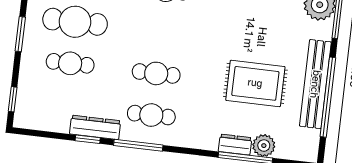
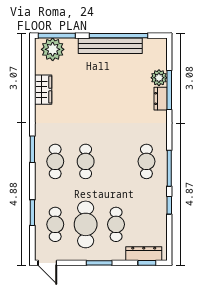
cafe table: (156, 73) -> (86, 161), moved
rug: (255, 83) -> (115, 89), removed
dresser: (95, 127) -> (144, 254), moved, turned 90

